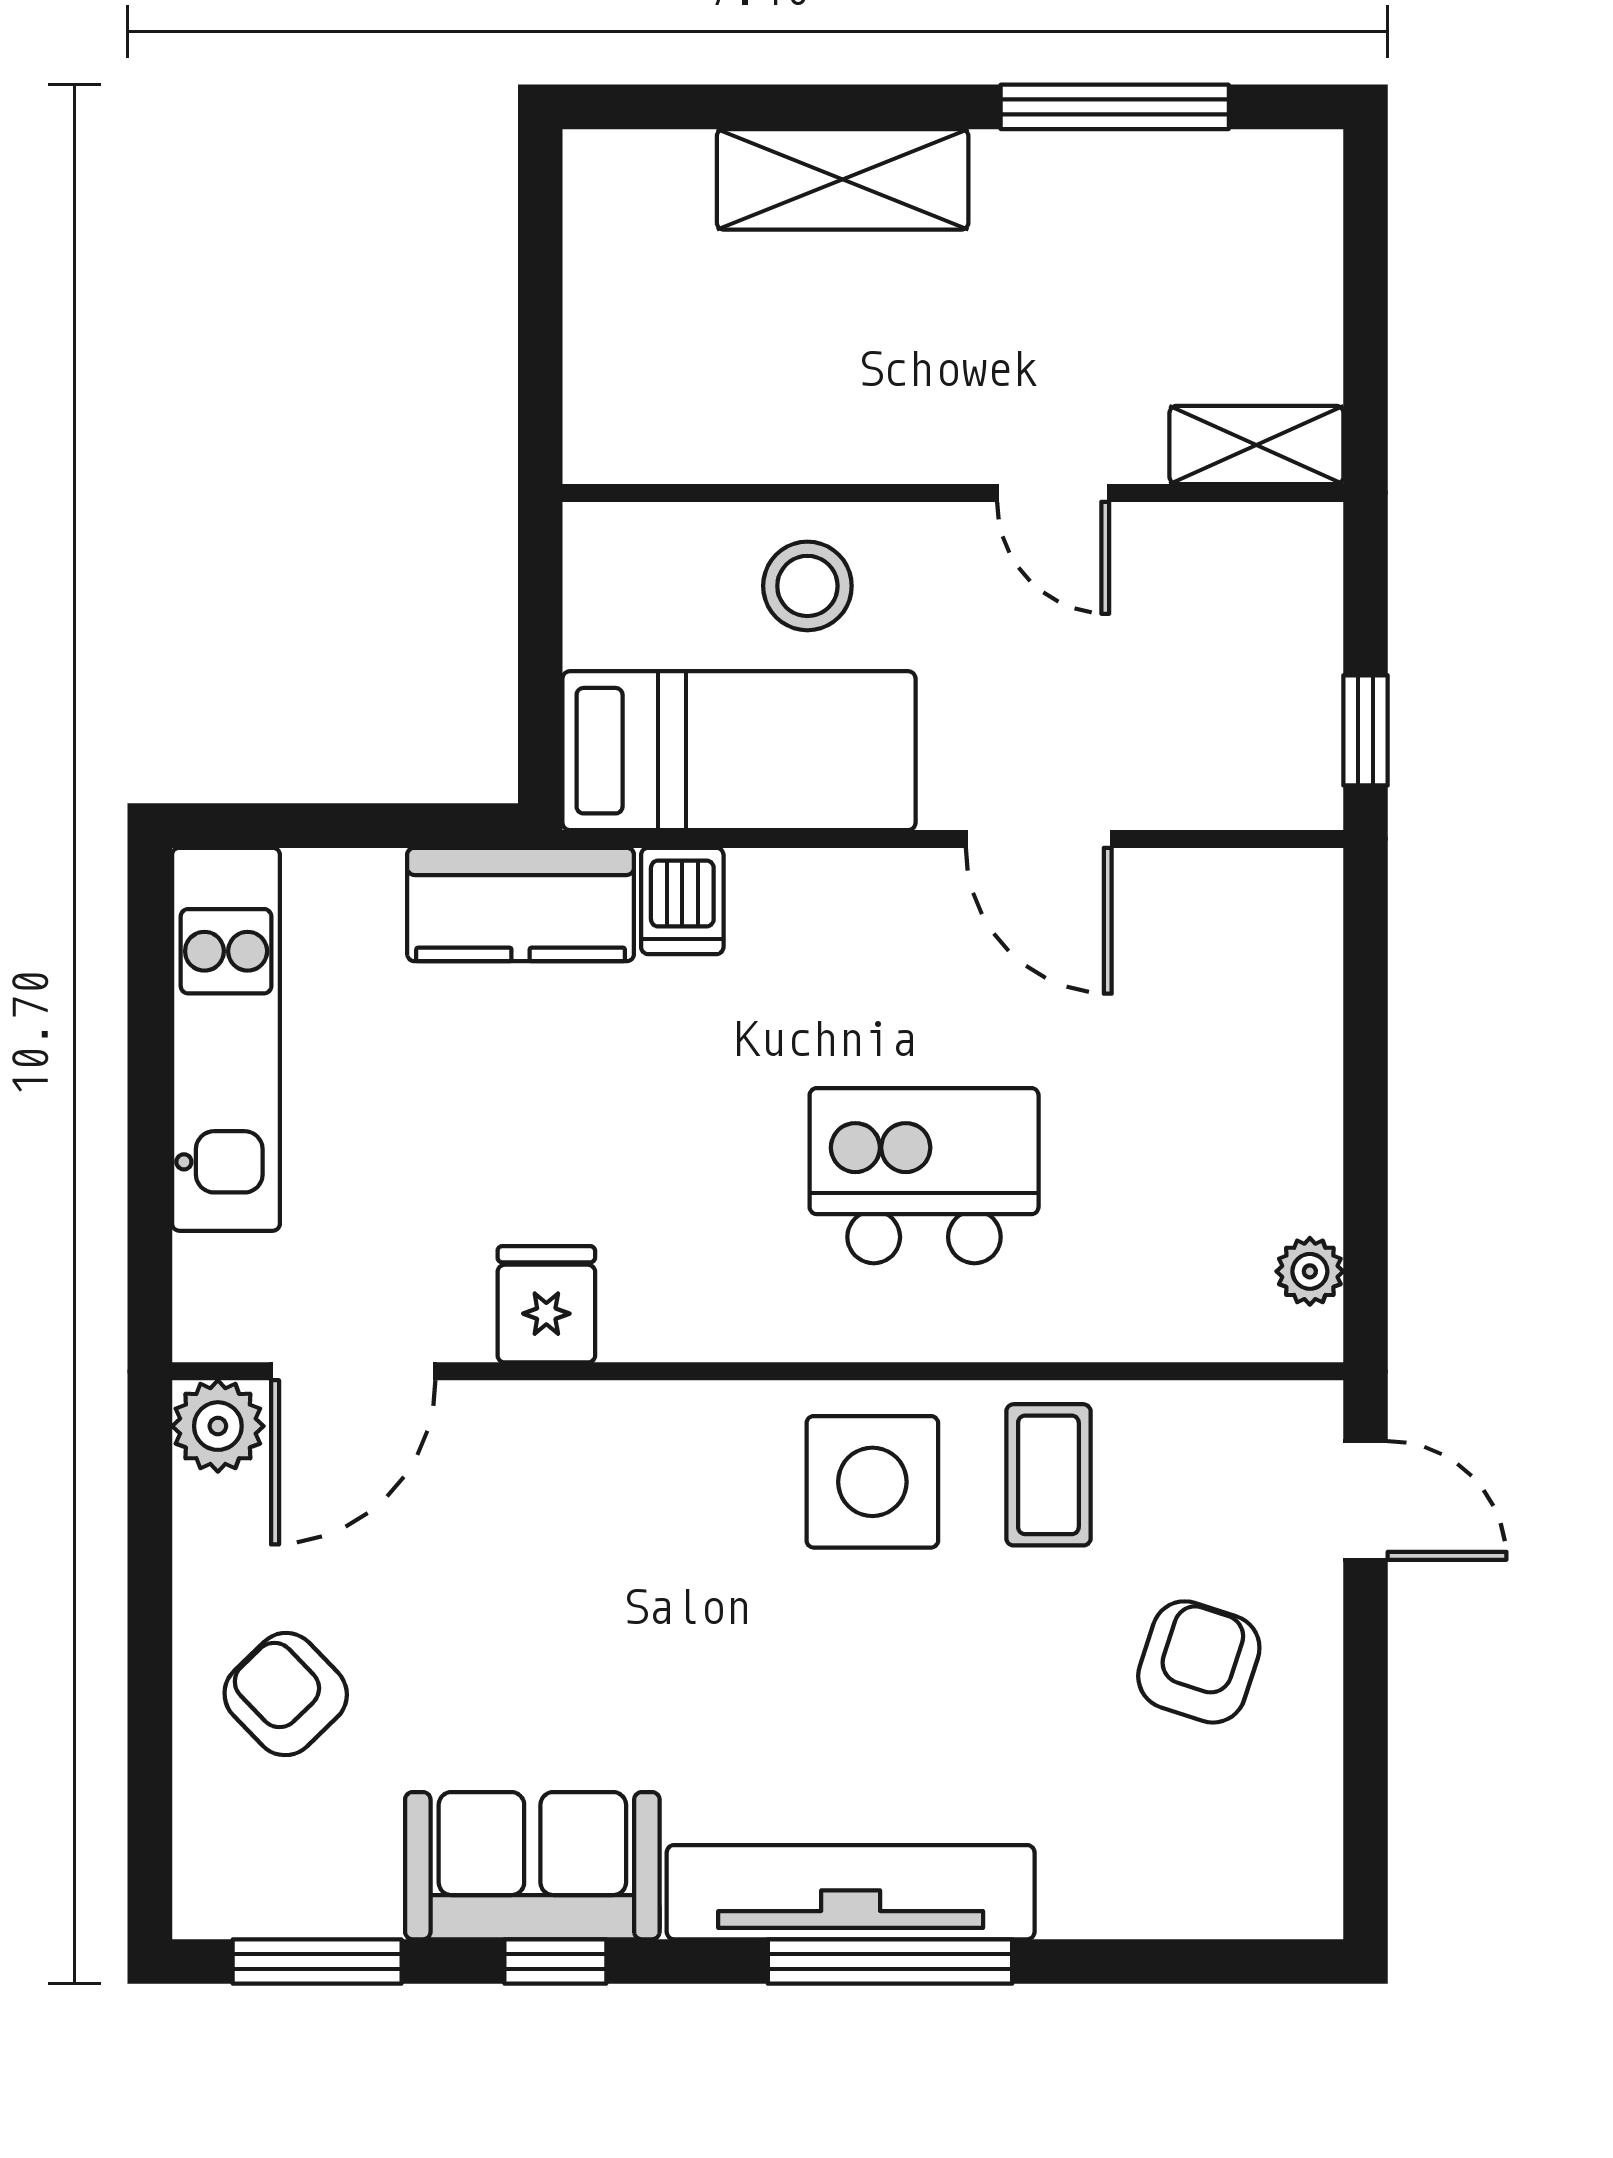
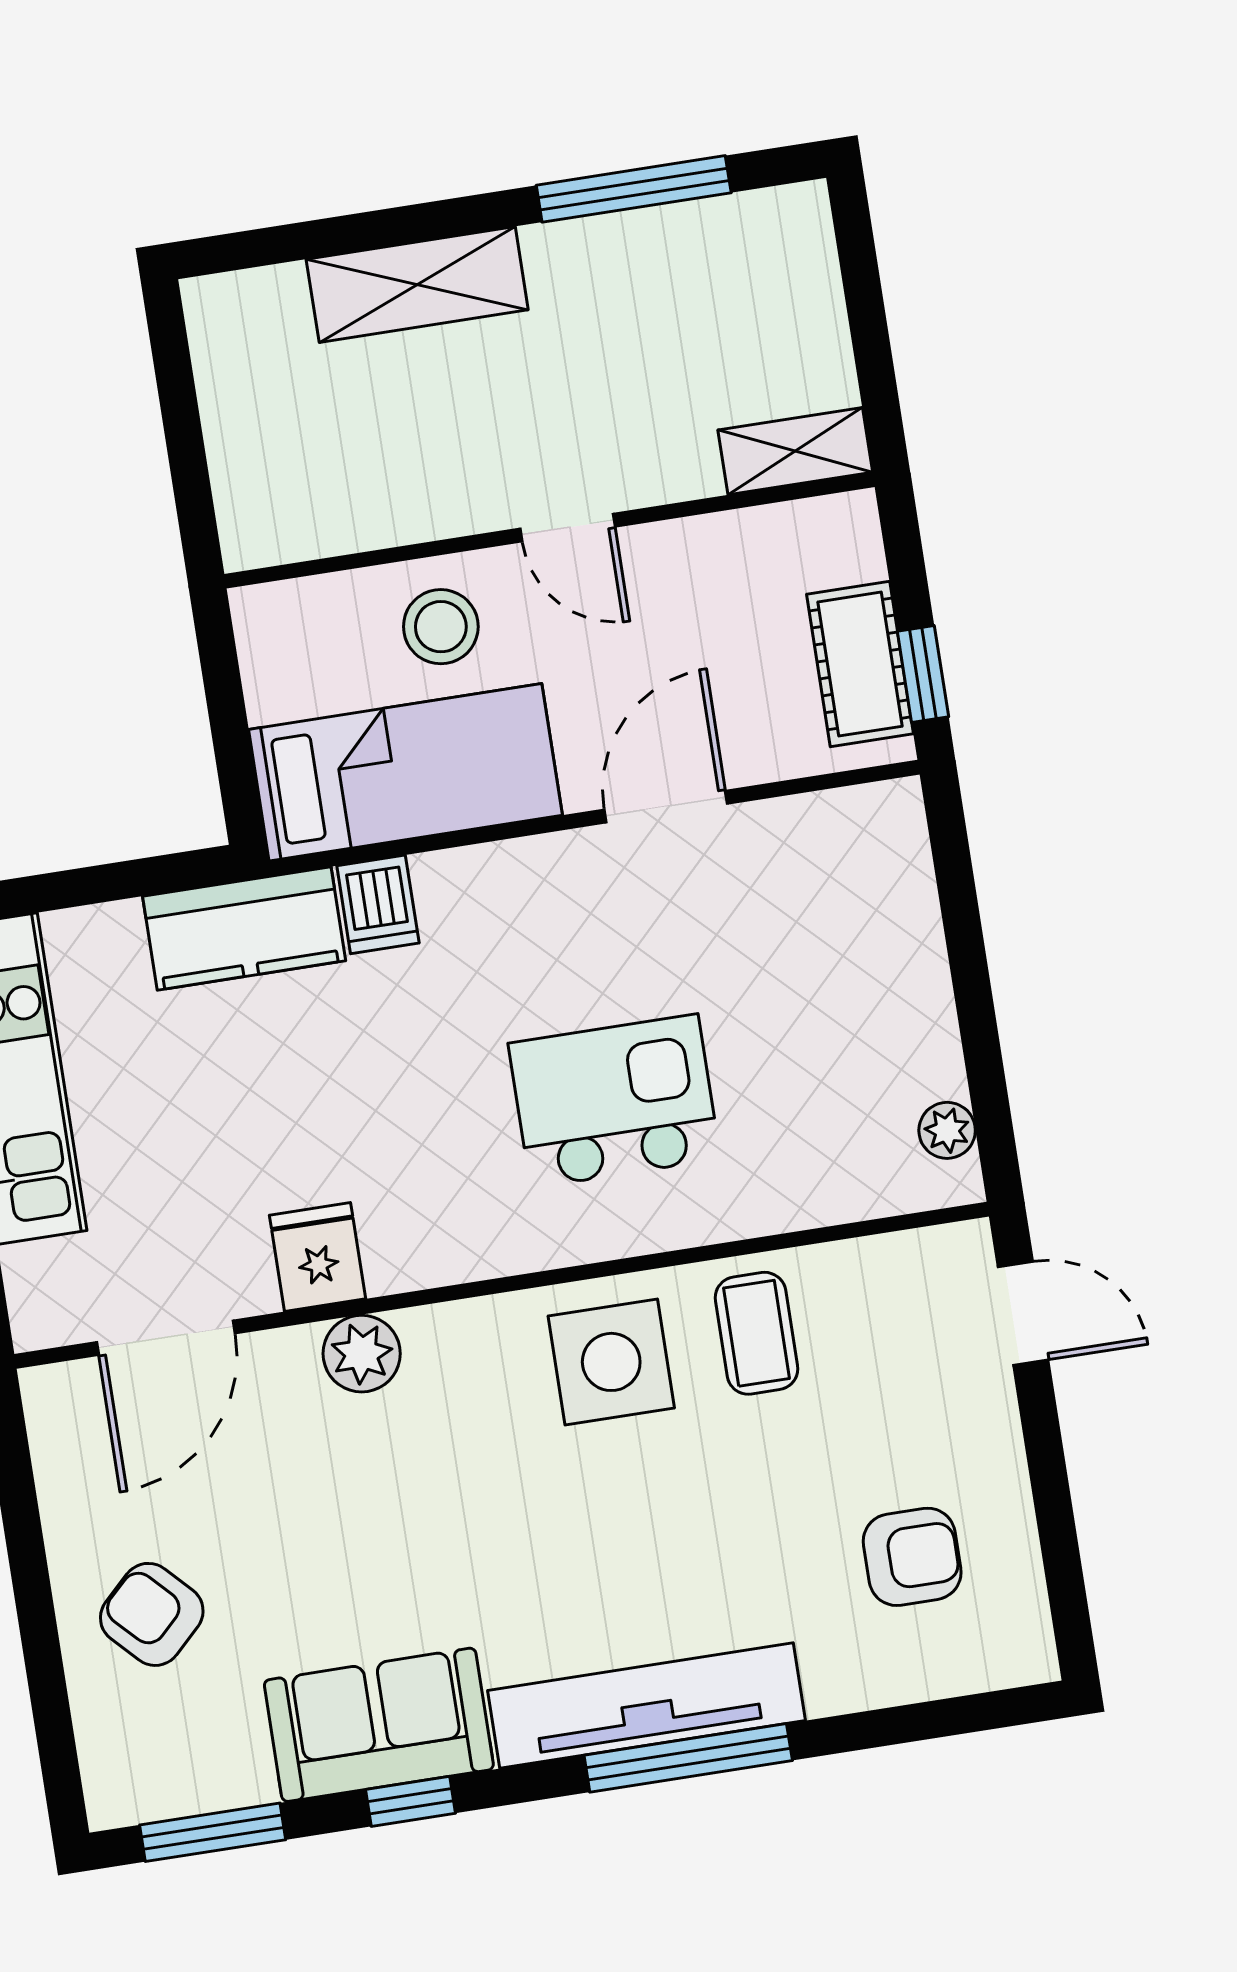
door: (1053, 493) -> (568, 528), moved
cot: (1293, 707) -> (860, 664), added
door: (1039, 839) -> (666, 807), swing flipped
plant: (218, 1426) -> (362, 1354), moved
armchair: (1199, 1662) -> (912, 1557), moved, turned 72

